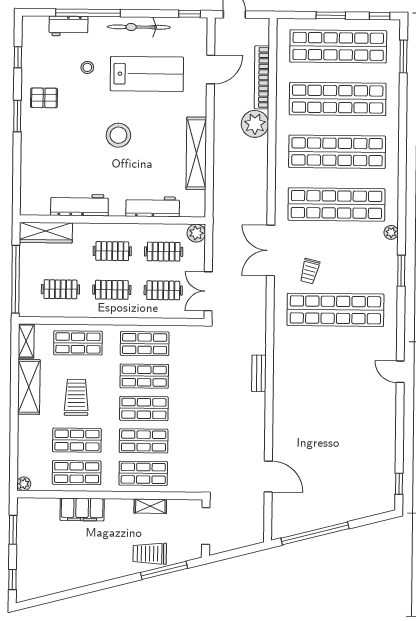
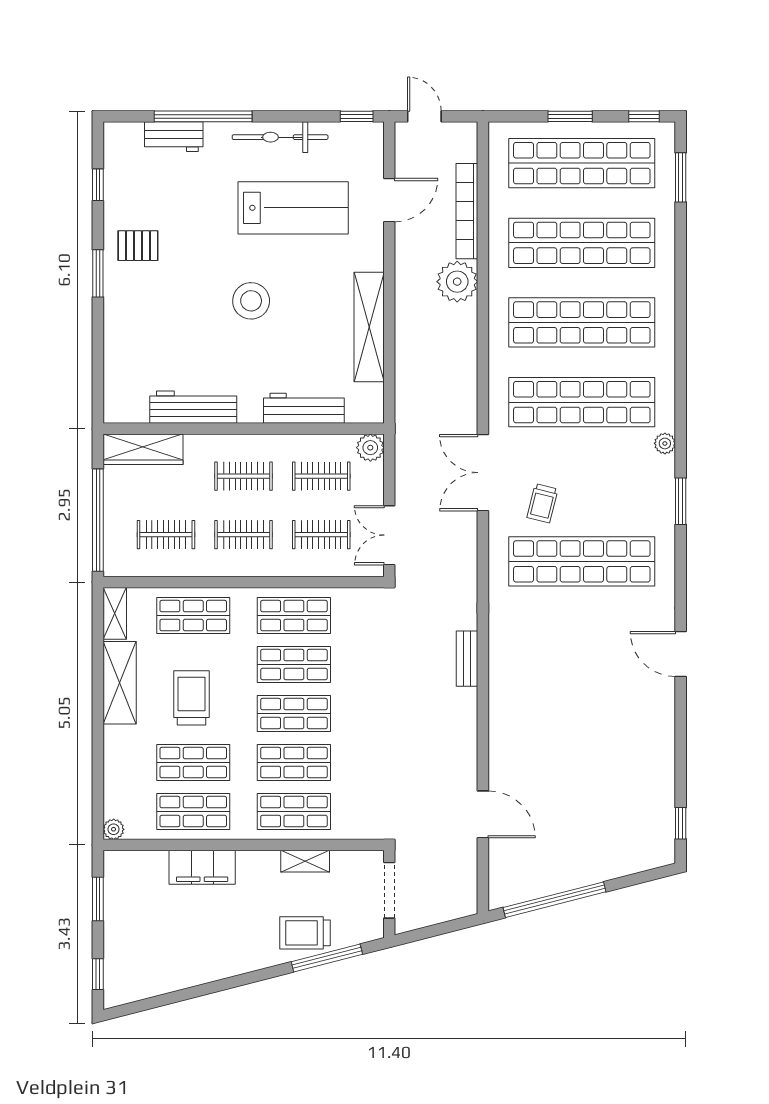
stool: (87, 67) -> (203, 199), removed
door: (400, 372) -> (681, 654), width x1.38

